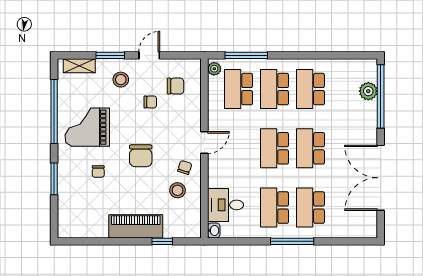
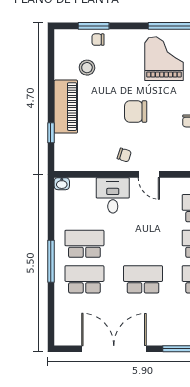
school desk: (274, 148) -> (143, 244), removed
chair: (98, 172) -> (98, 40), moved
window: (54, 179) -> (94, 26), moved
stool: (178, 190) -> (87, 68), moved
desk: (225, 205) -> (113, 195), moved

